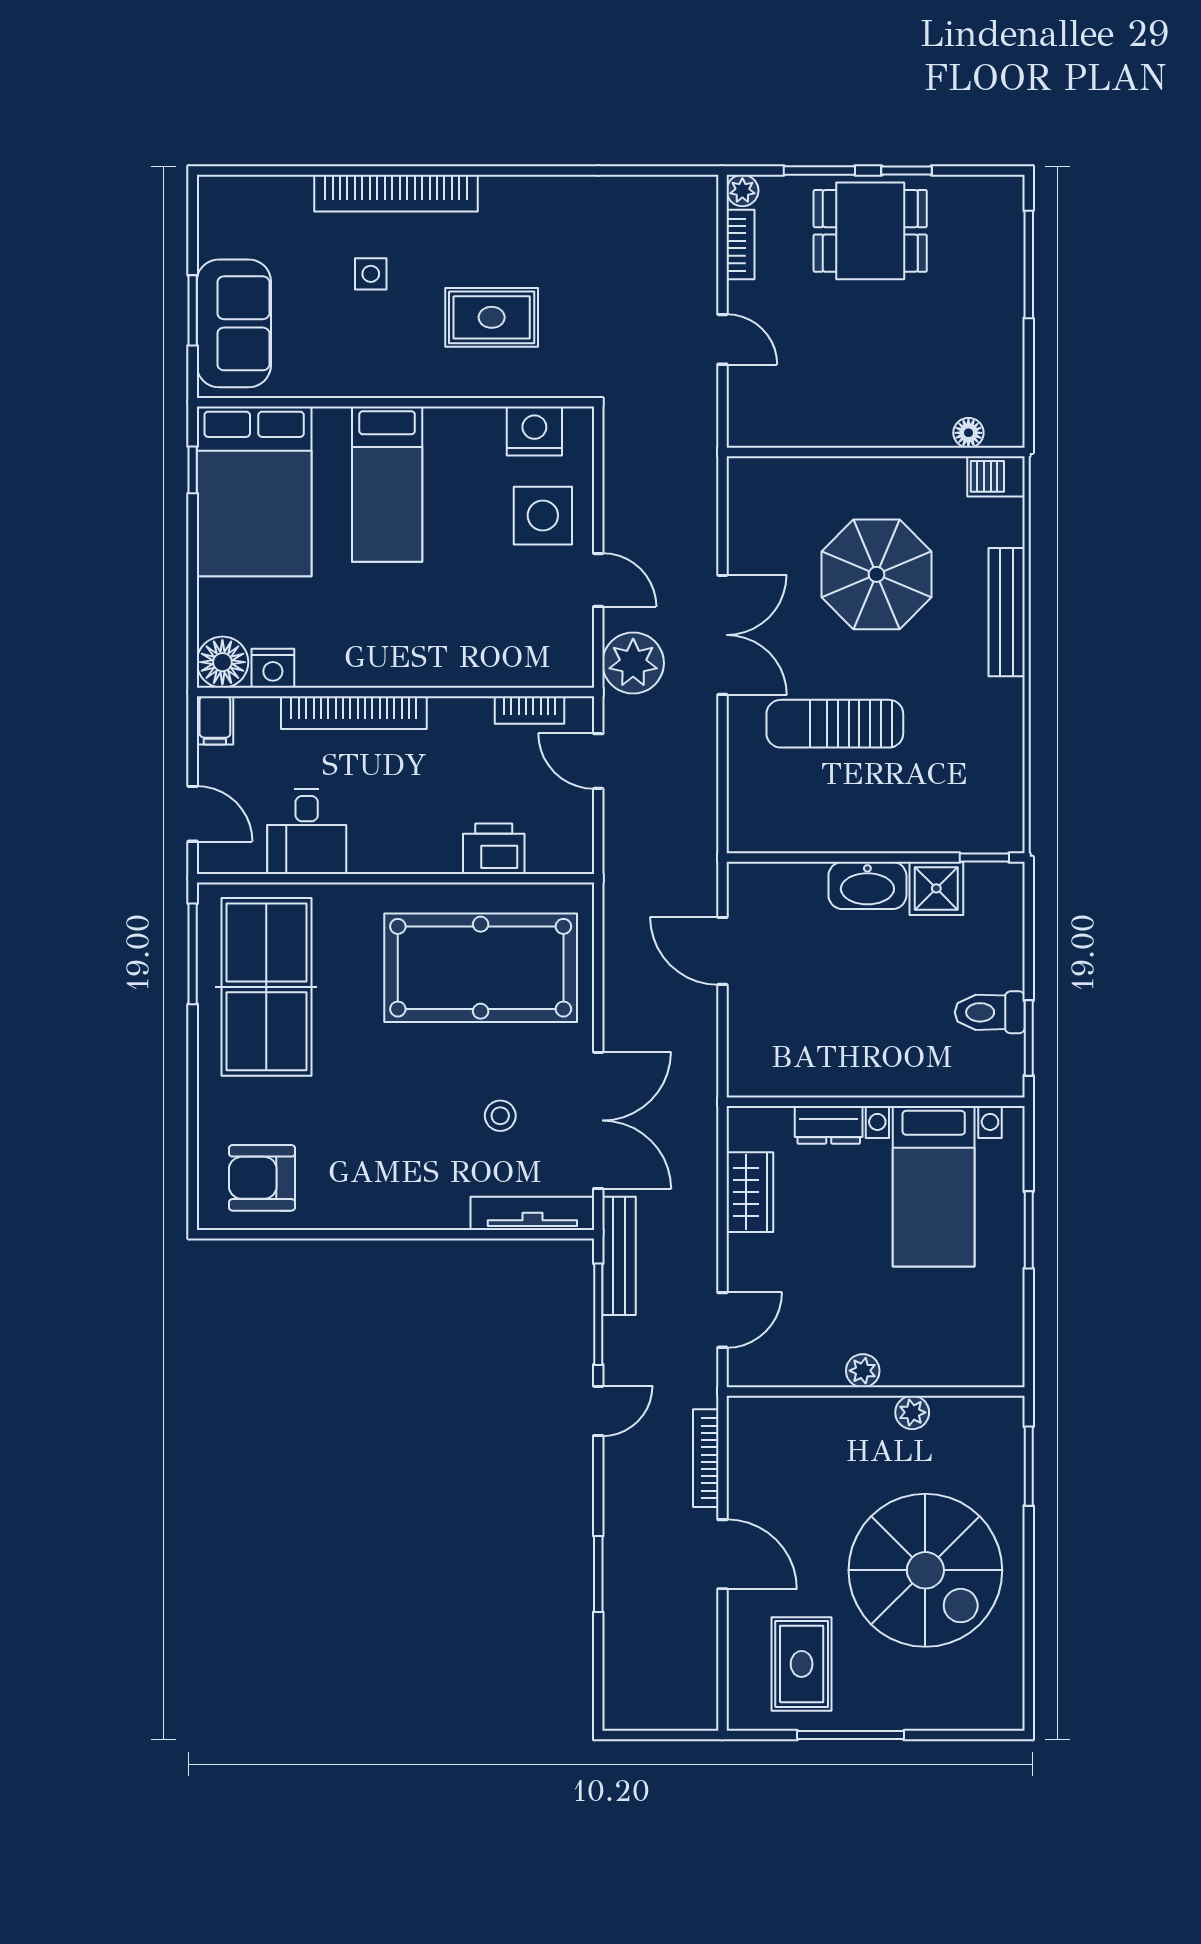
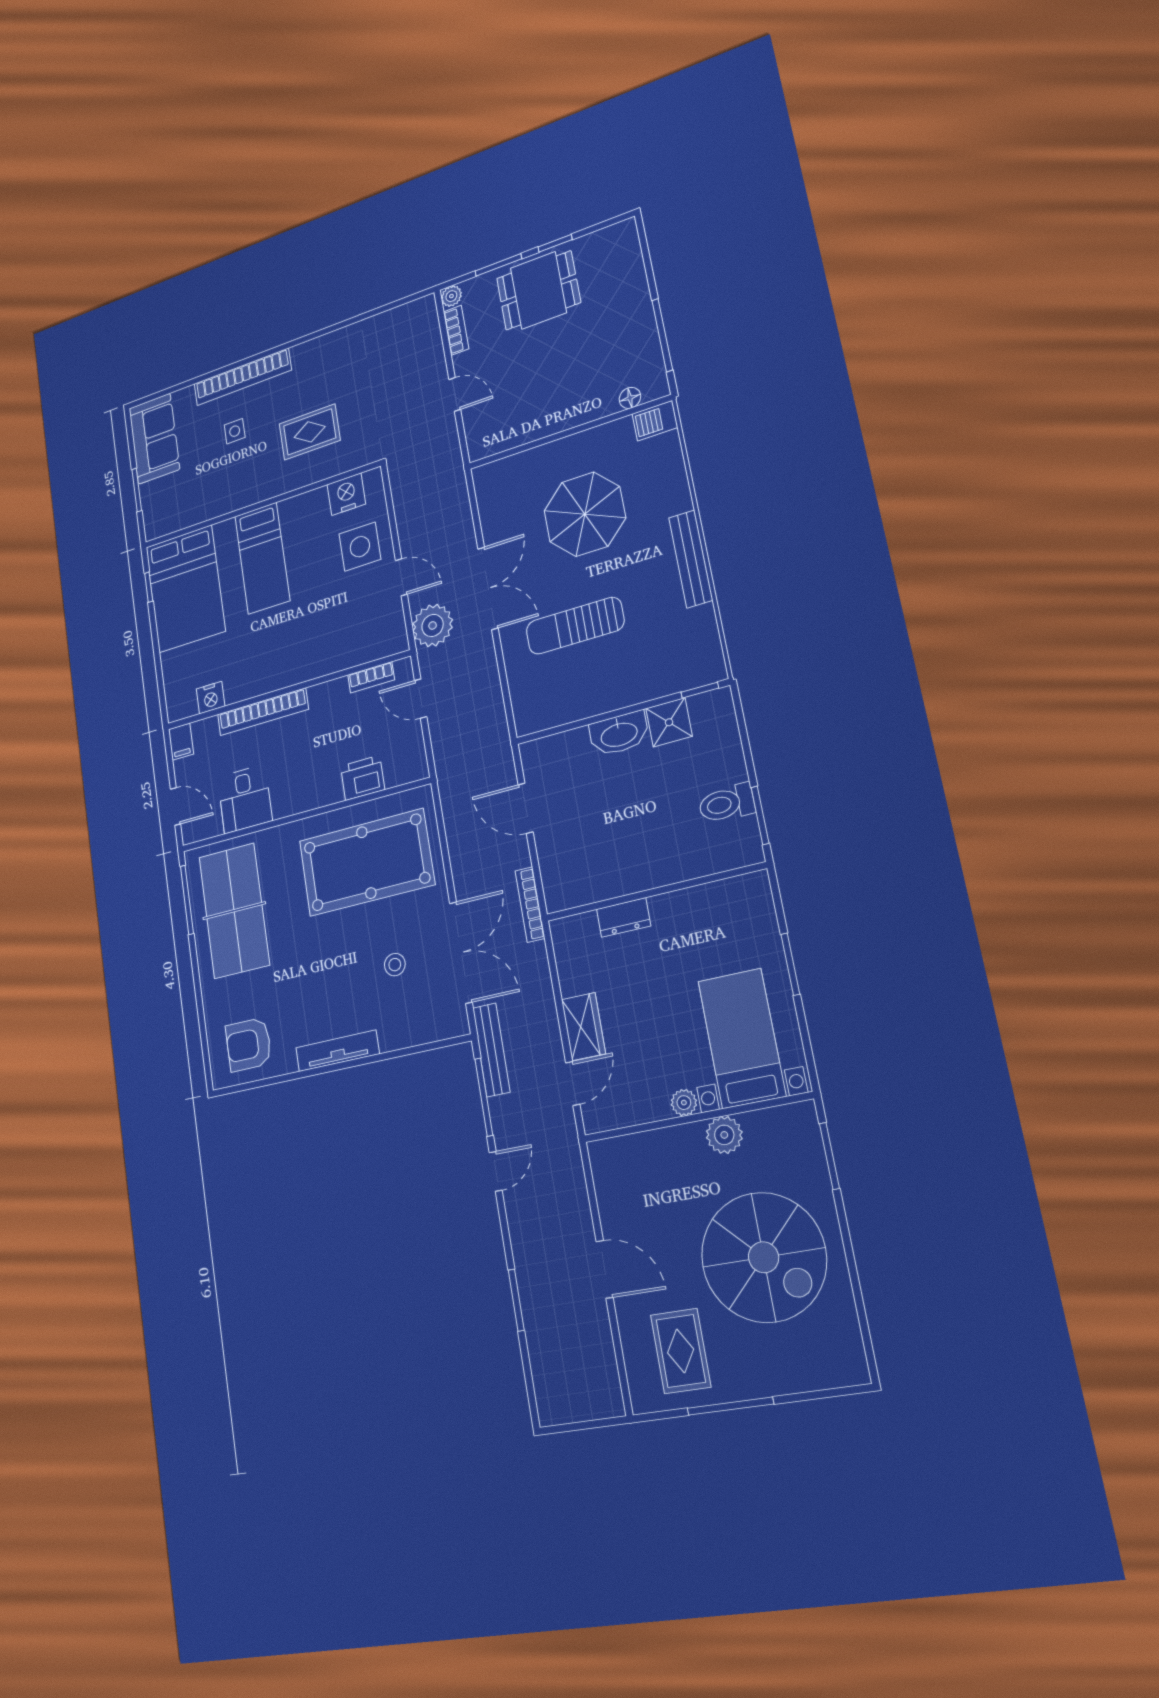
window: (1029, 264) -> (662, 335), moved
sofa: (234, 323) -> (154, 439), moved
bench: (1007, 612) -> (691, 559), moved
floor lamp: (222, 662) -> (181, 703), removed
bed with nightstands: (934, 1186) -> (742, 1038), moved, turned 180
wardrobe: (750, 1192) -> (583, 1027), moved
tv unit: (532, 1213) -> (337, 1051), moved
plant: (912, 1412) -> (724, 1135), width x1.38, depth x1.38
bookcase: (706, 1458) -> (530, 904), moved

